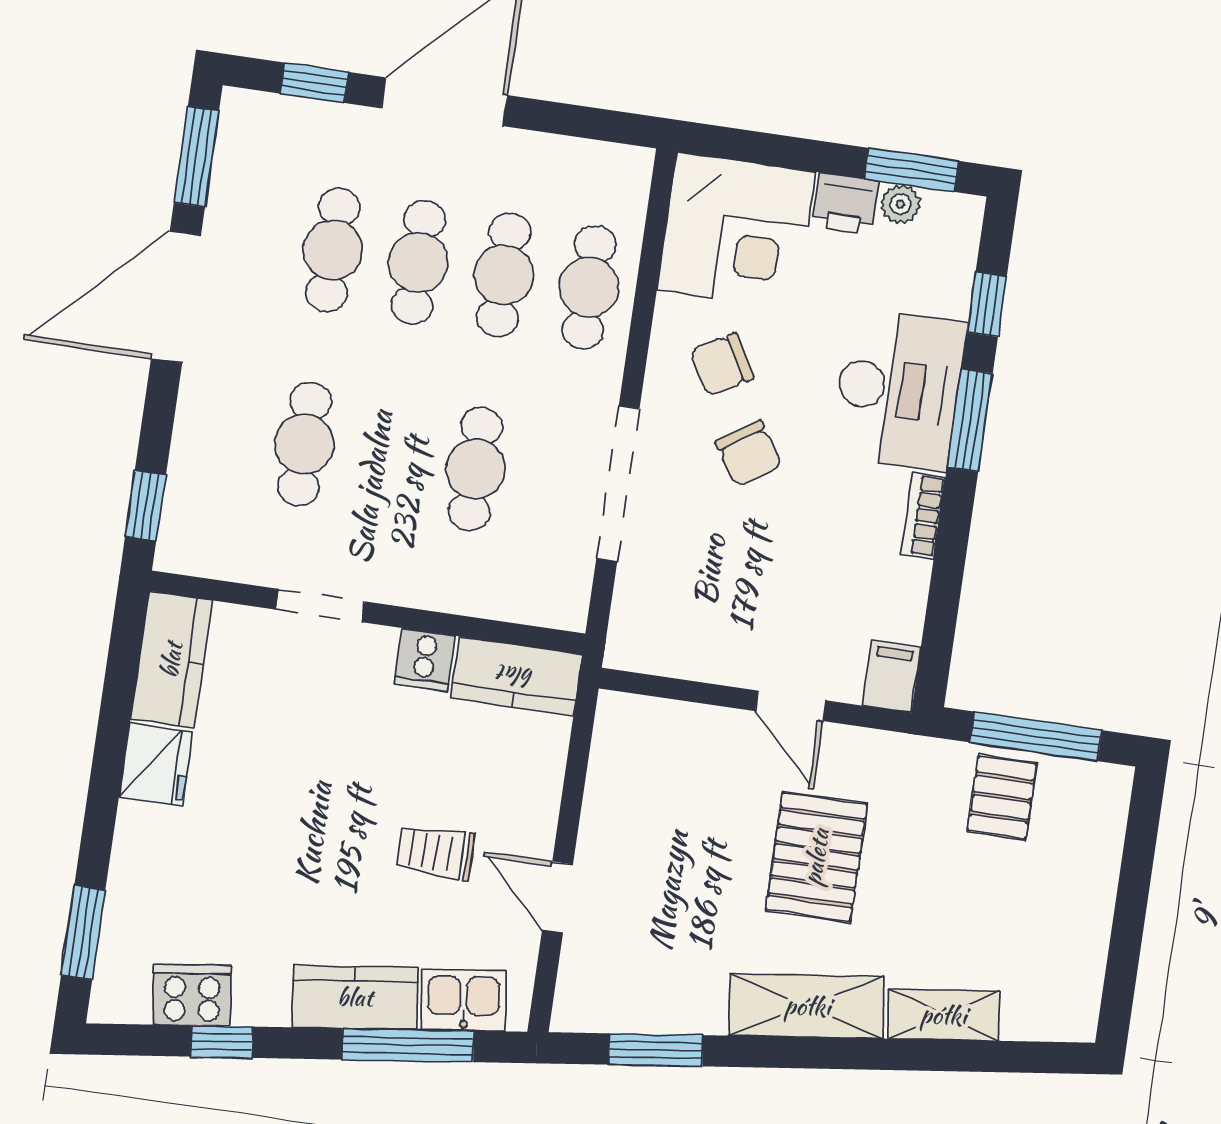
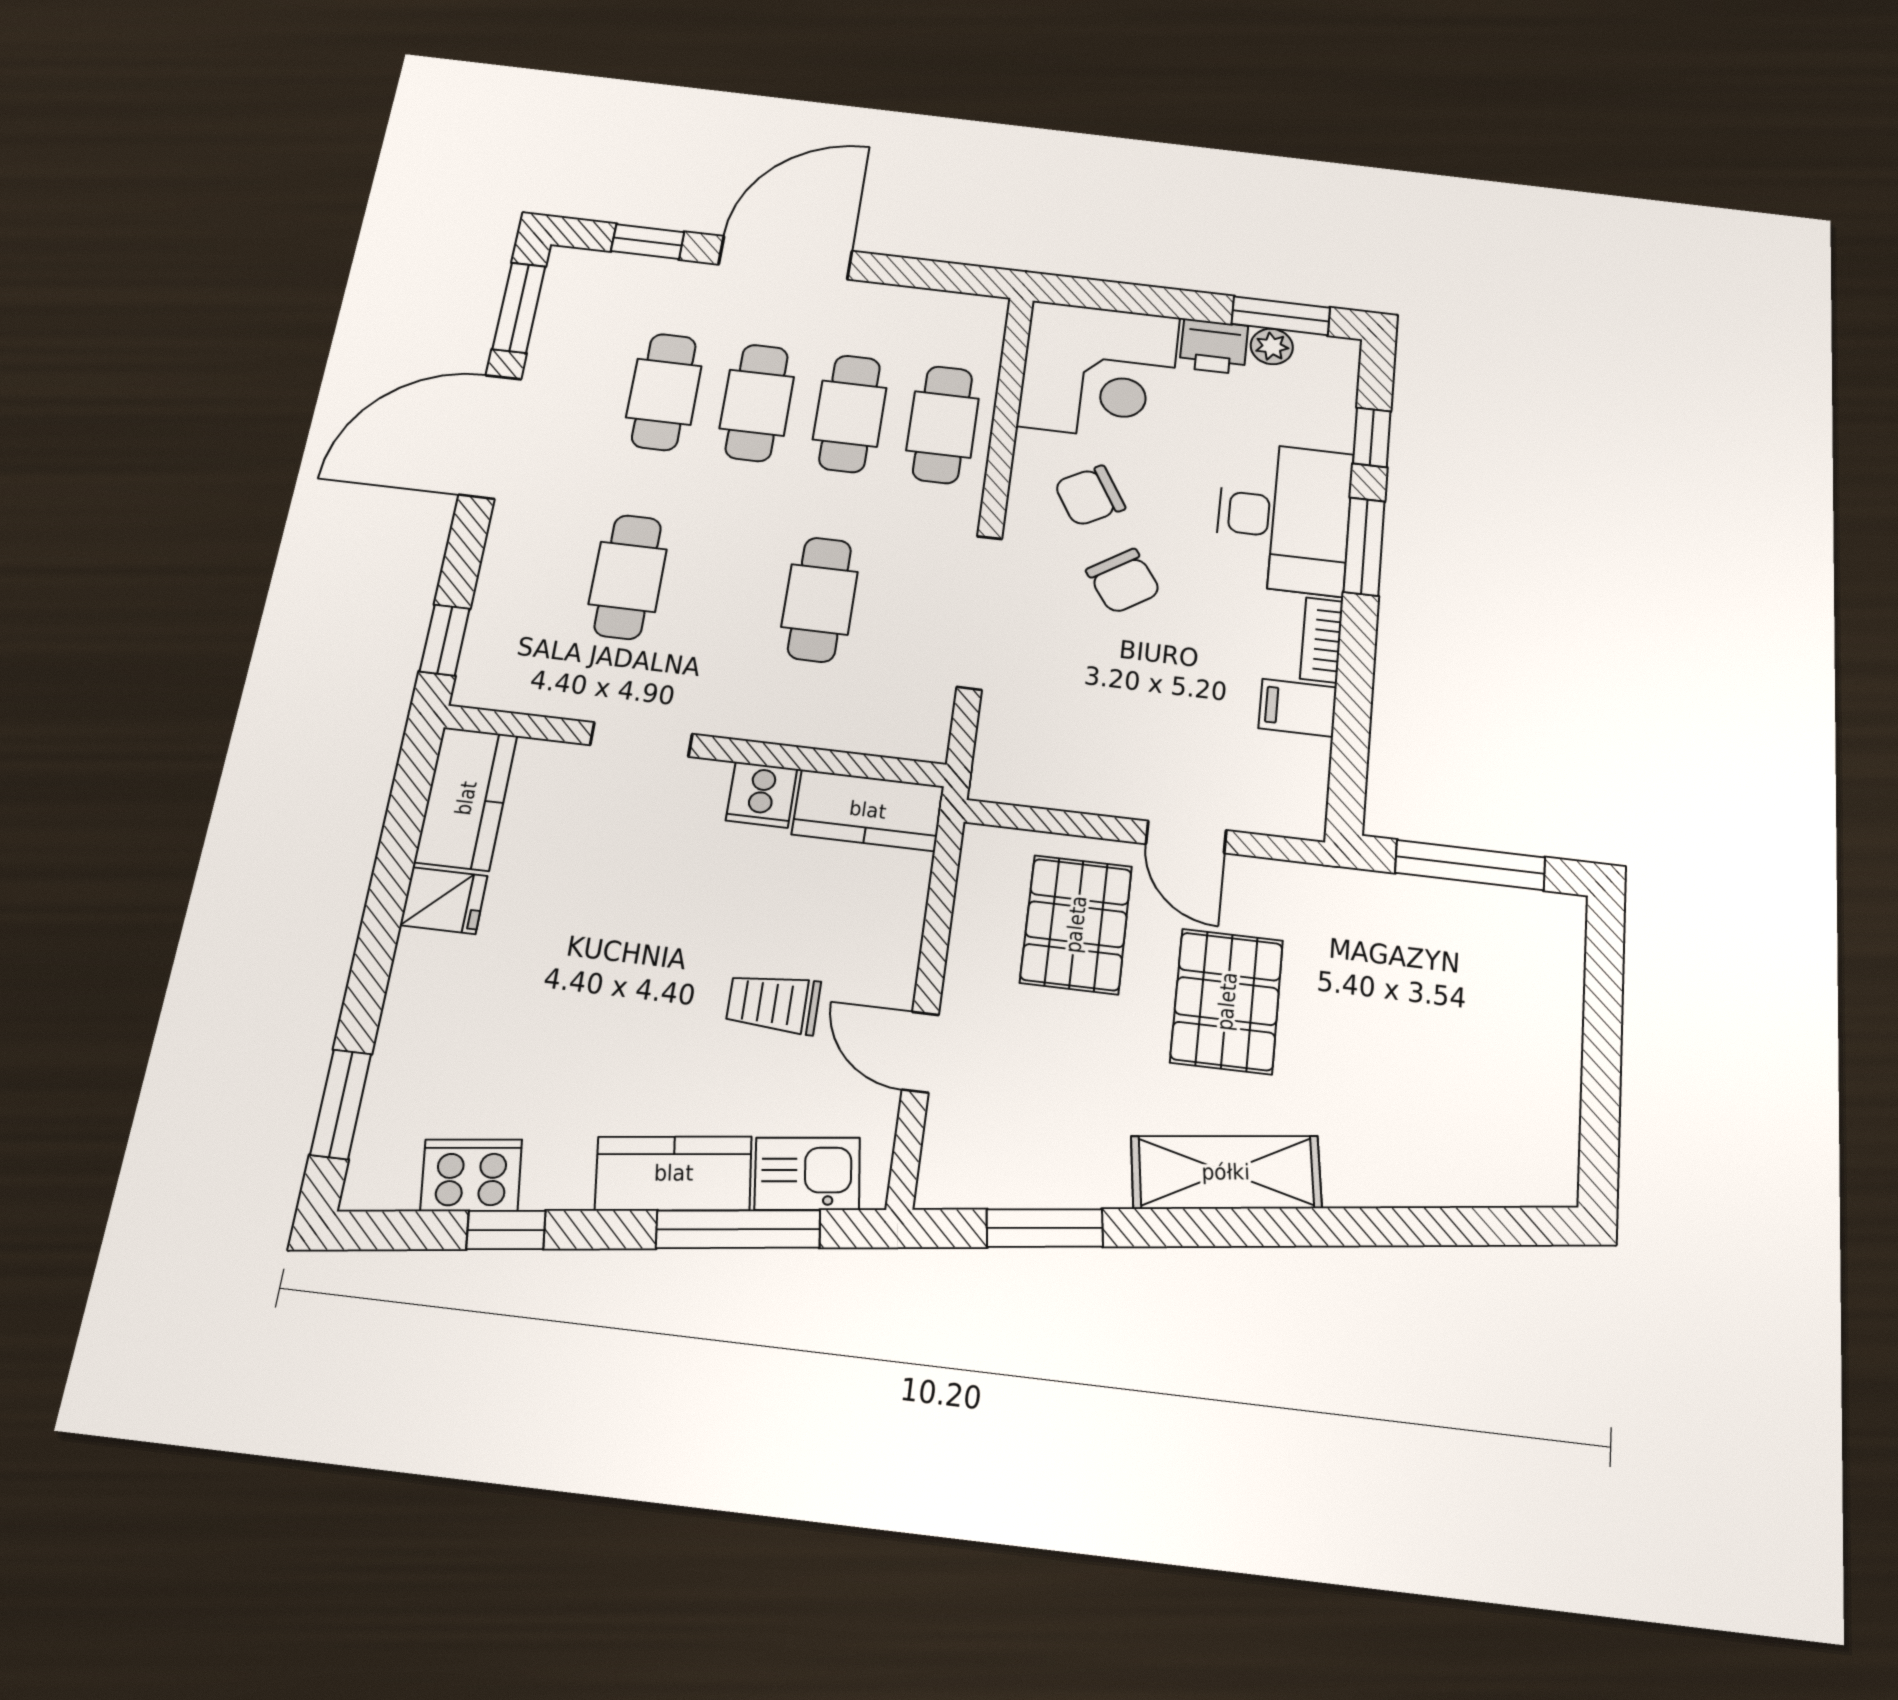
filing cabinet: (892, 677) -> (1298, 708), moved, turned -90
fridge: (156, 764) -> (444, 901), width x0.72
pallet: (1002, 797) -> (1076, 924), moved, width x1.50, depth x1.42
shelving: (943, 1015) -> (1392, 1178), removed

